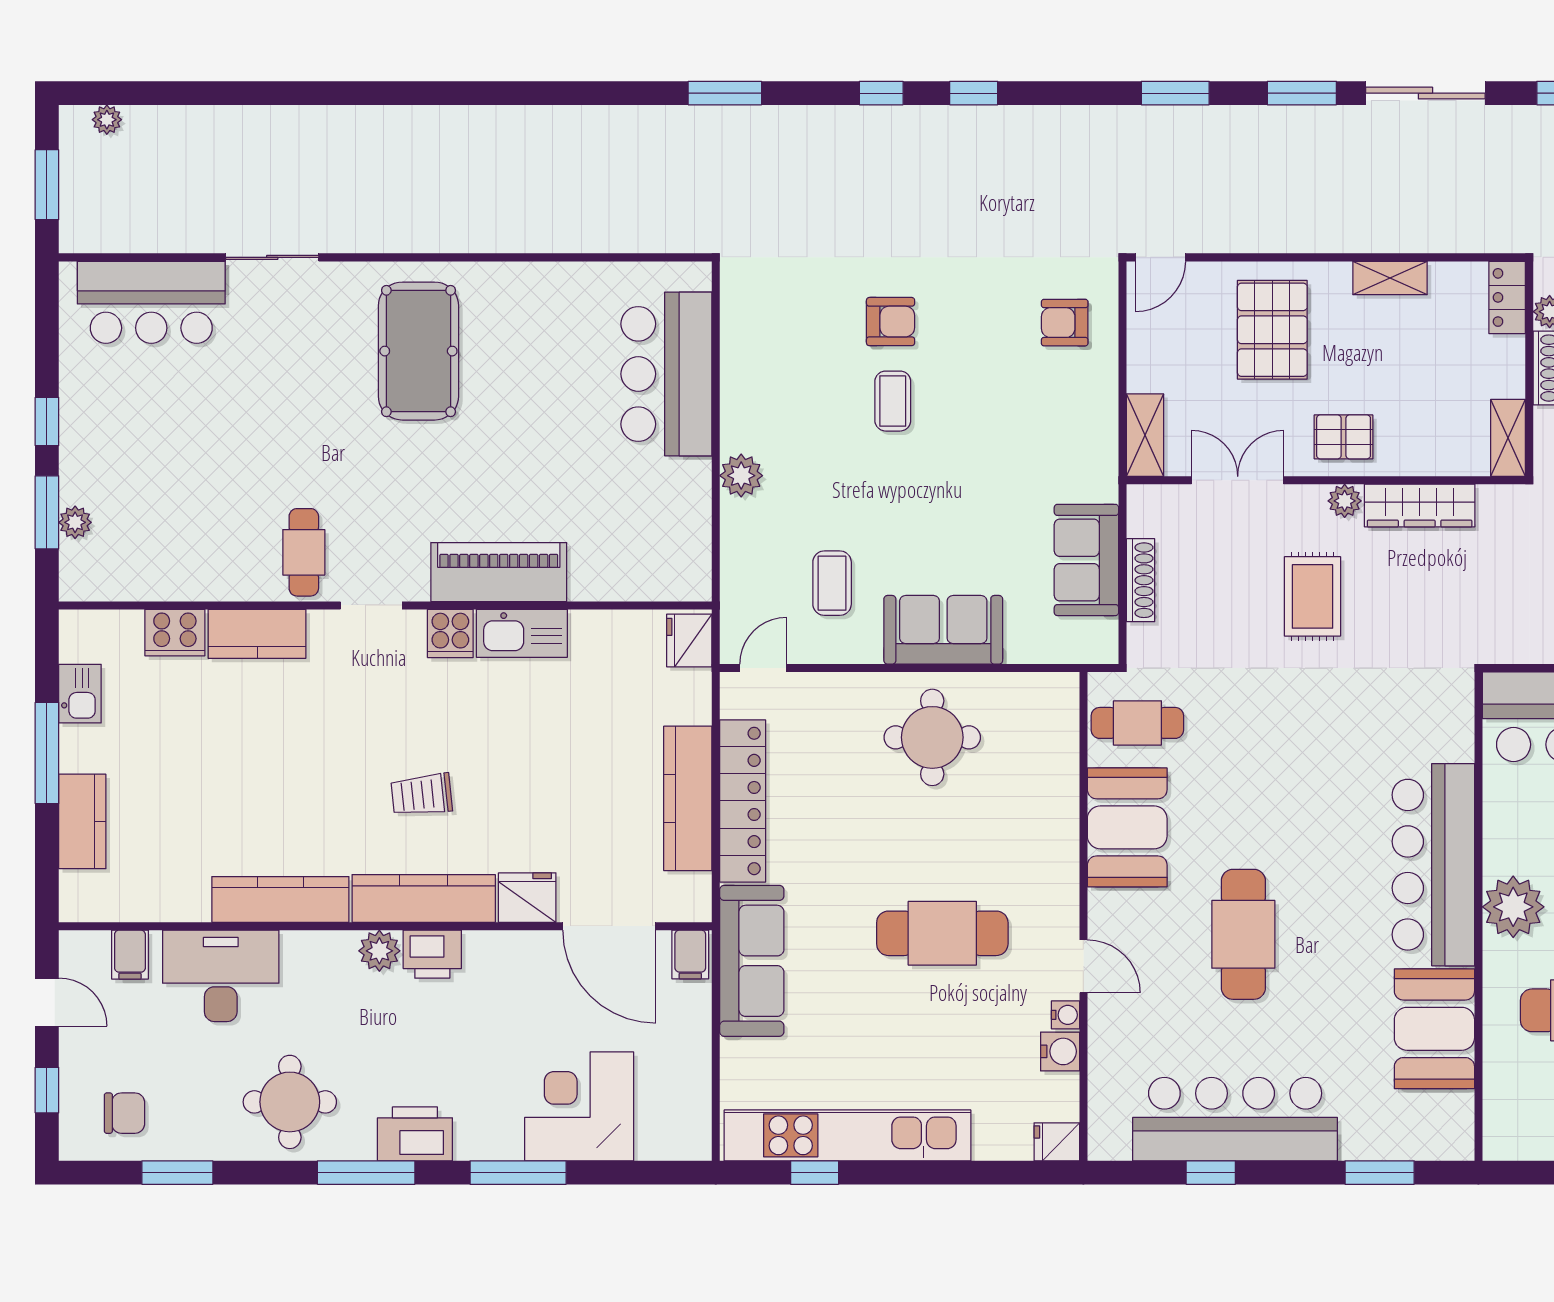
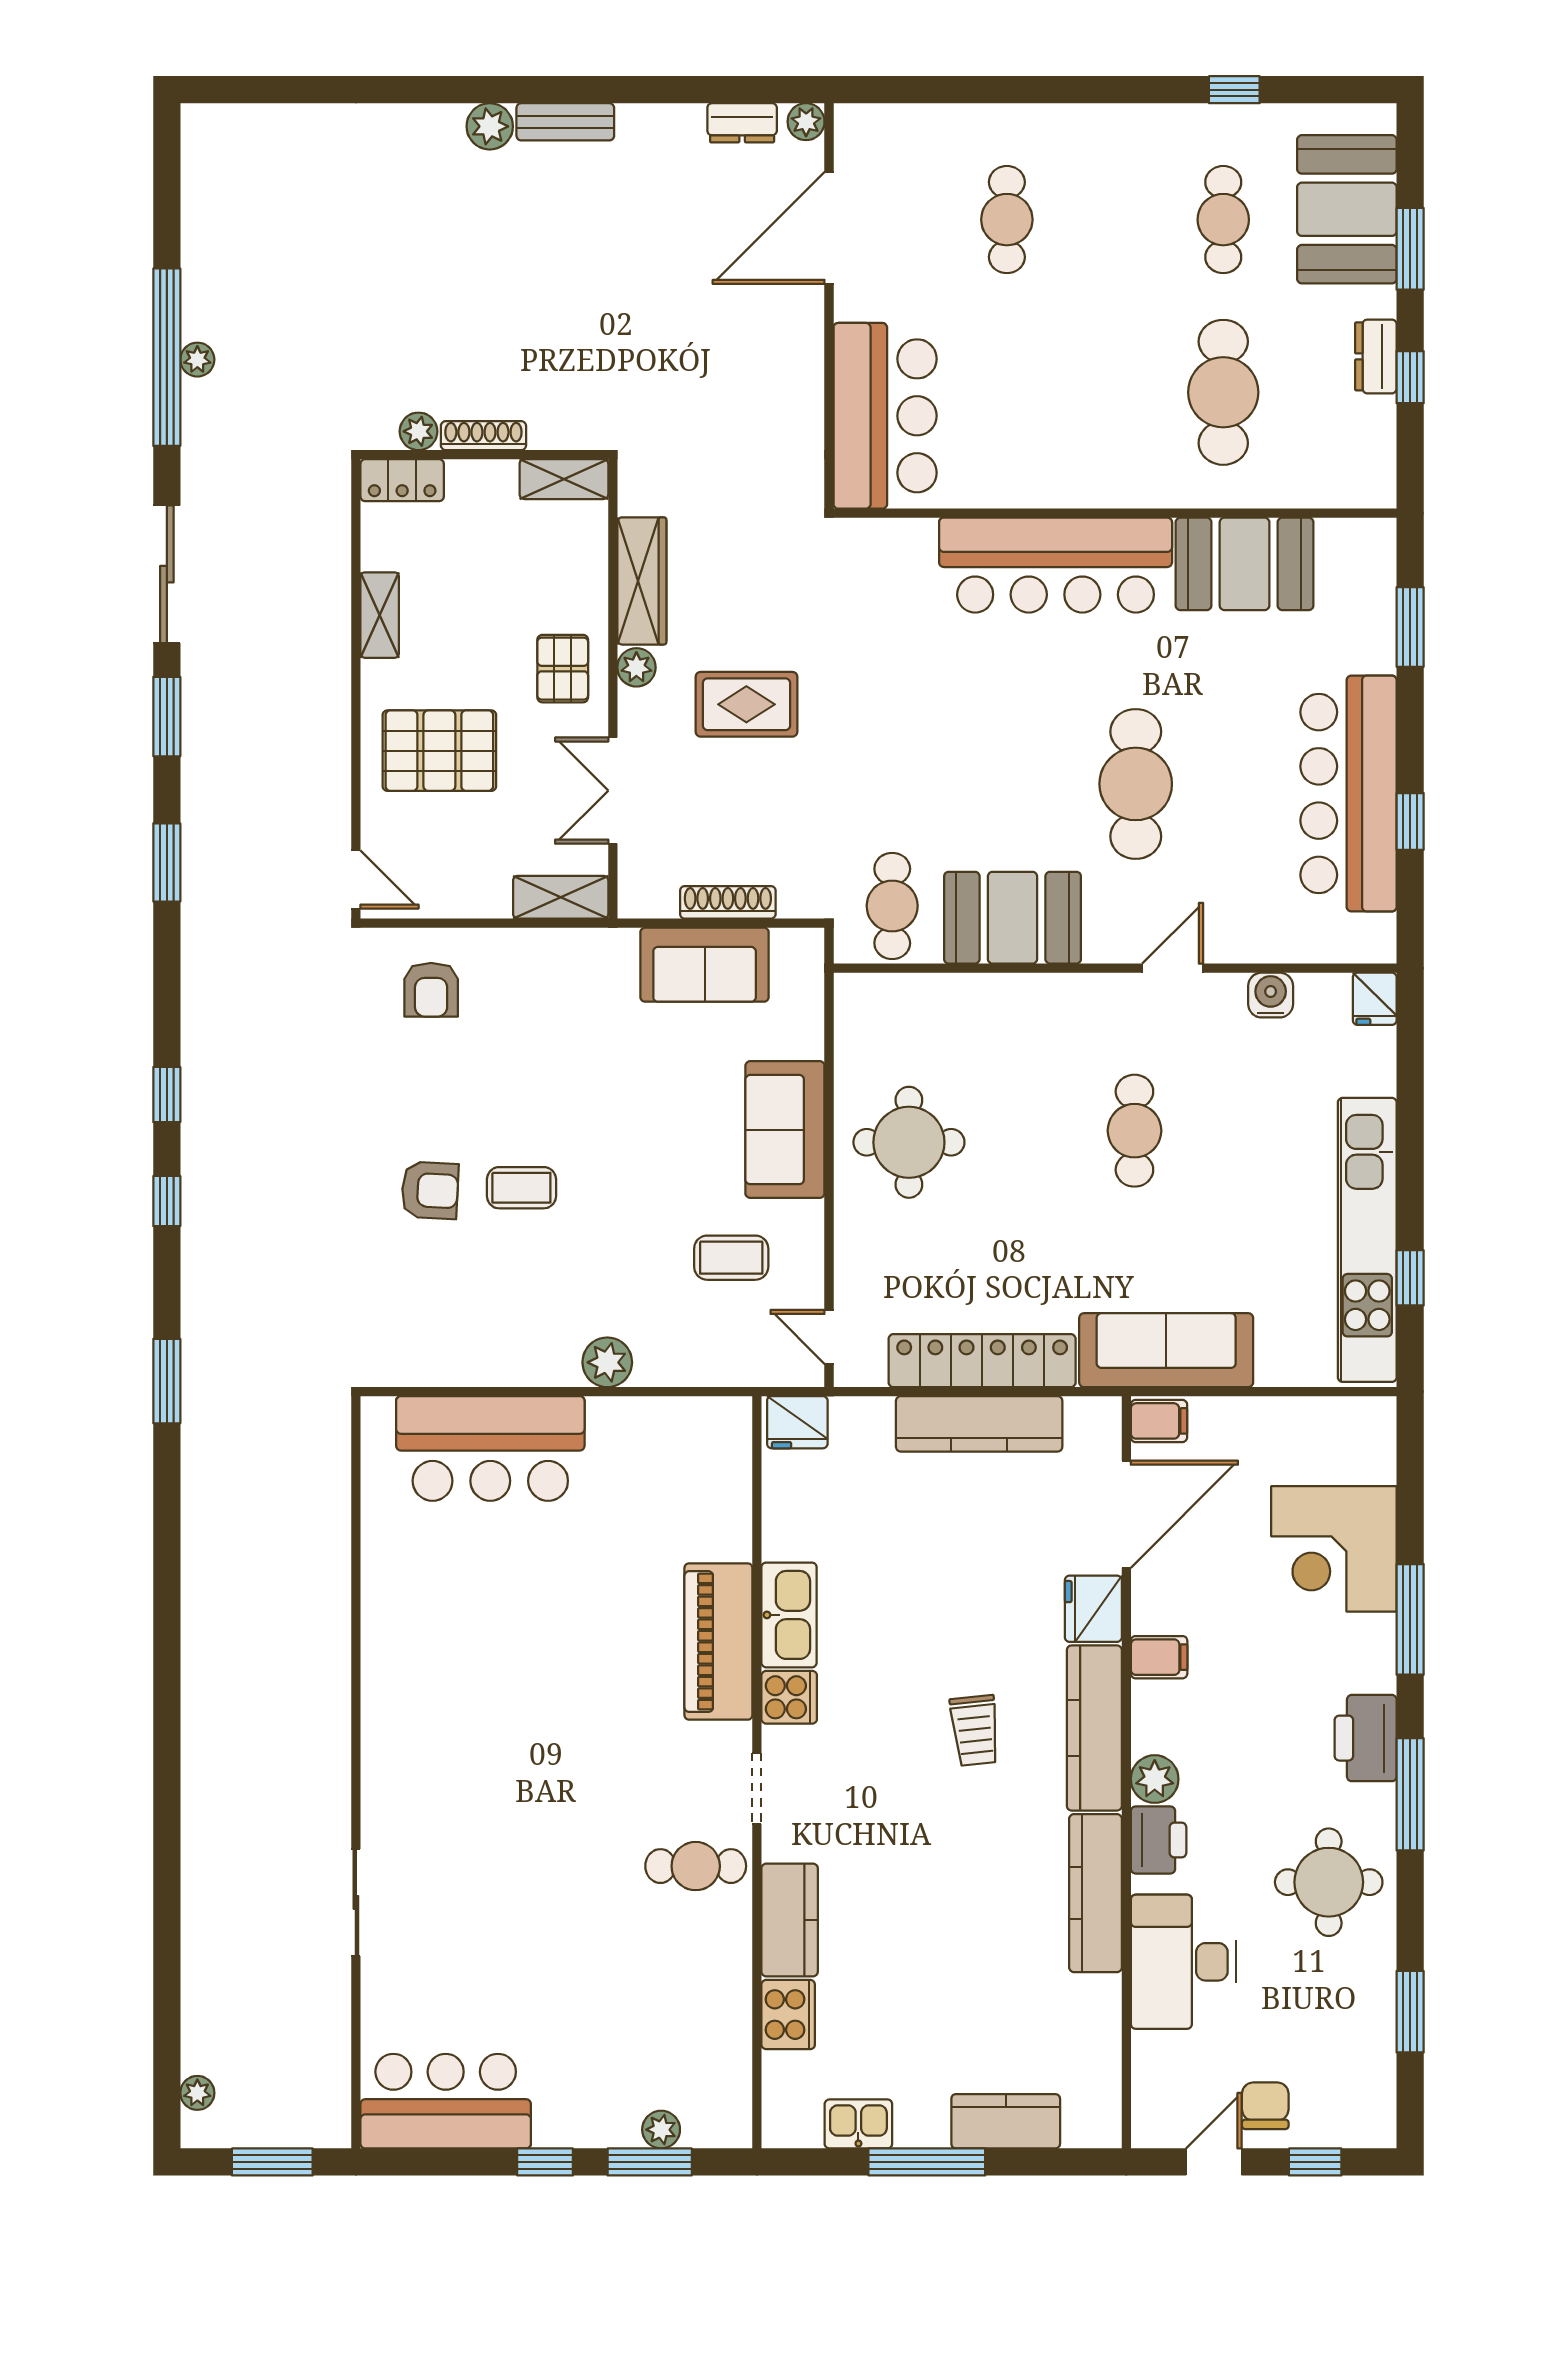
bar counter: (151, 302) -> (446, 2101), moved, turned -90
armchair: (891, 322) -> (430, 1190), turned 93
pool table: (418, 351) -> (464, 1734), removed
plant: (1513, 907) -> (1104, 473), removed
cafe table: (942, 933) -> (1134, 1131), width x0.73, depth x0.74
cafe table: (1243, 934) -> (1136, 784), turned 90
printer: (432, 954) -> (1159, 1840), moved
filing cabinet: (130, 955) -> (1159, 1657), moved
water cooler: (1065, 1015) -> (1228, 989), removed
chair: (124, 1113) -> (1265, 2106), moved

